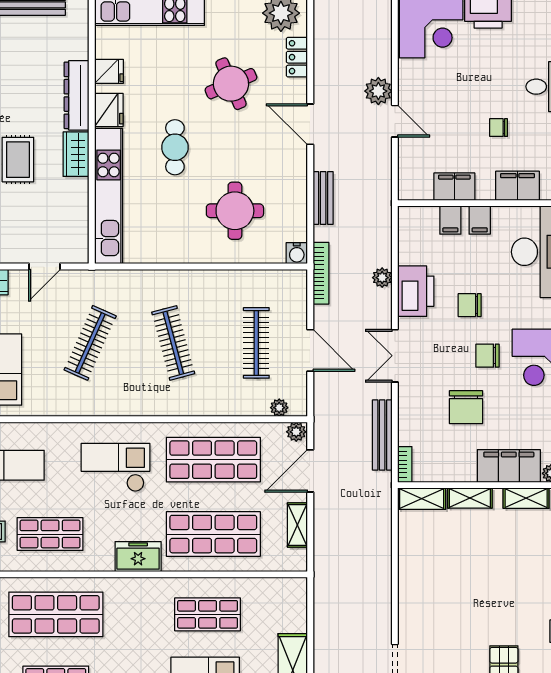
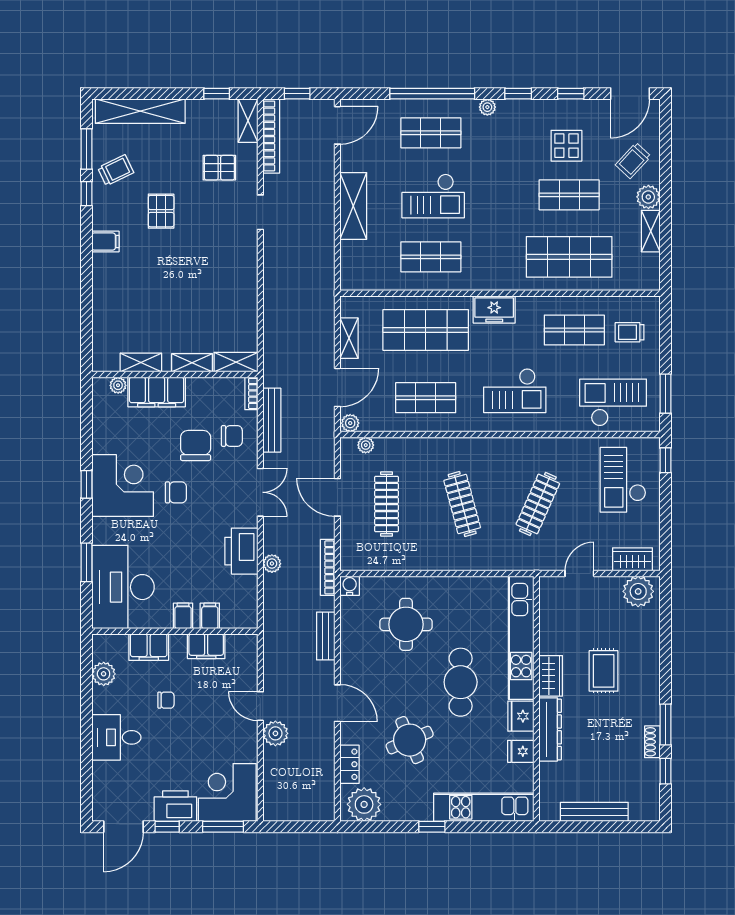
cafe table: (175, 147) -> (461, 682), width x1.37, depth x1.35
chair: (470, 305) -> (232, 436), moved
shop shelf: (213, 460) -> (426, 398), width x0.70, depth x0.74

